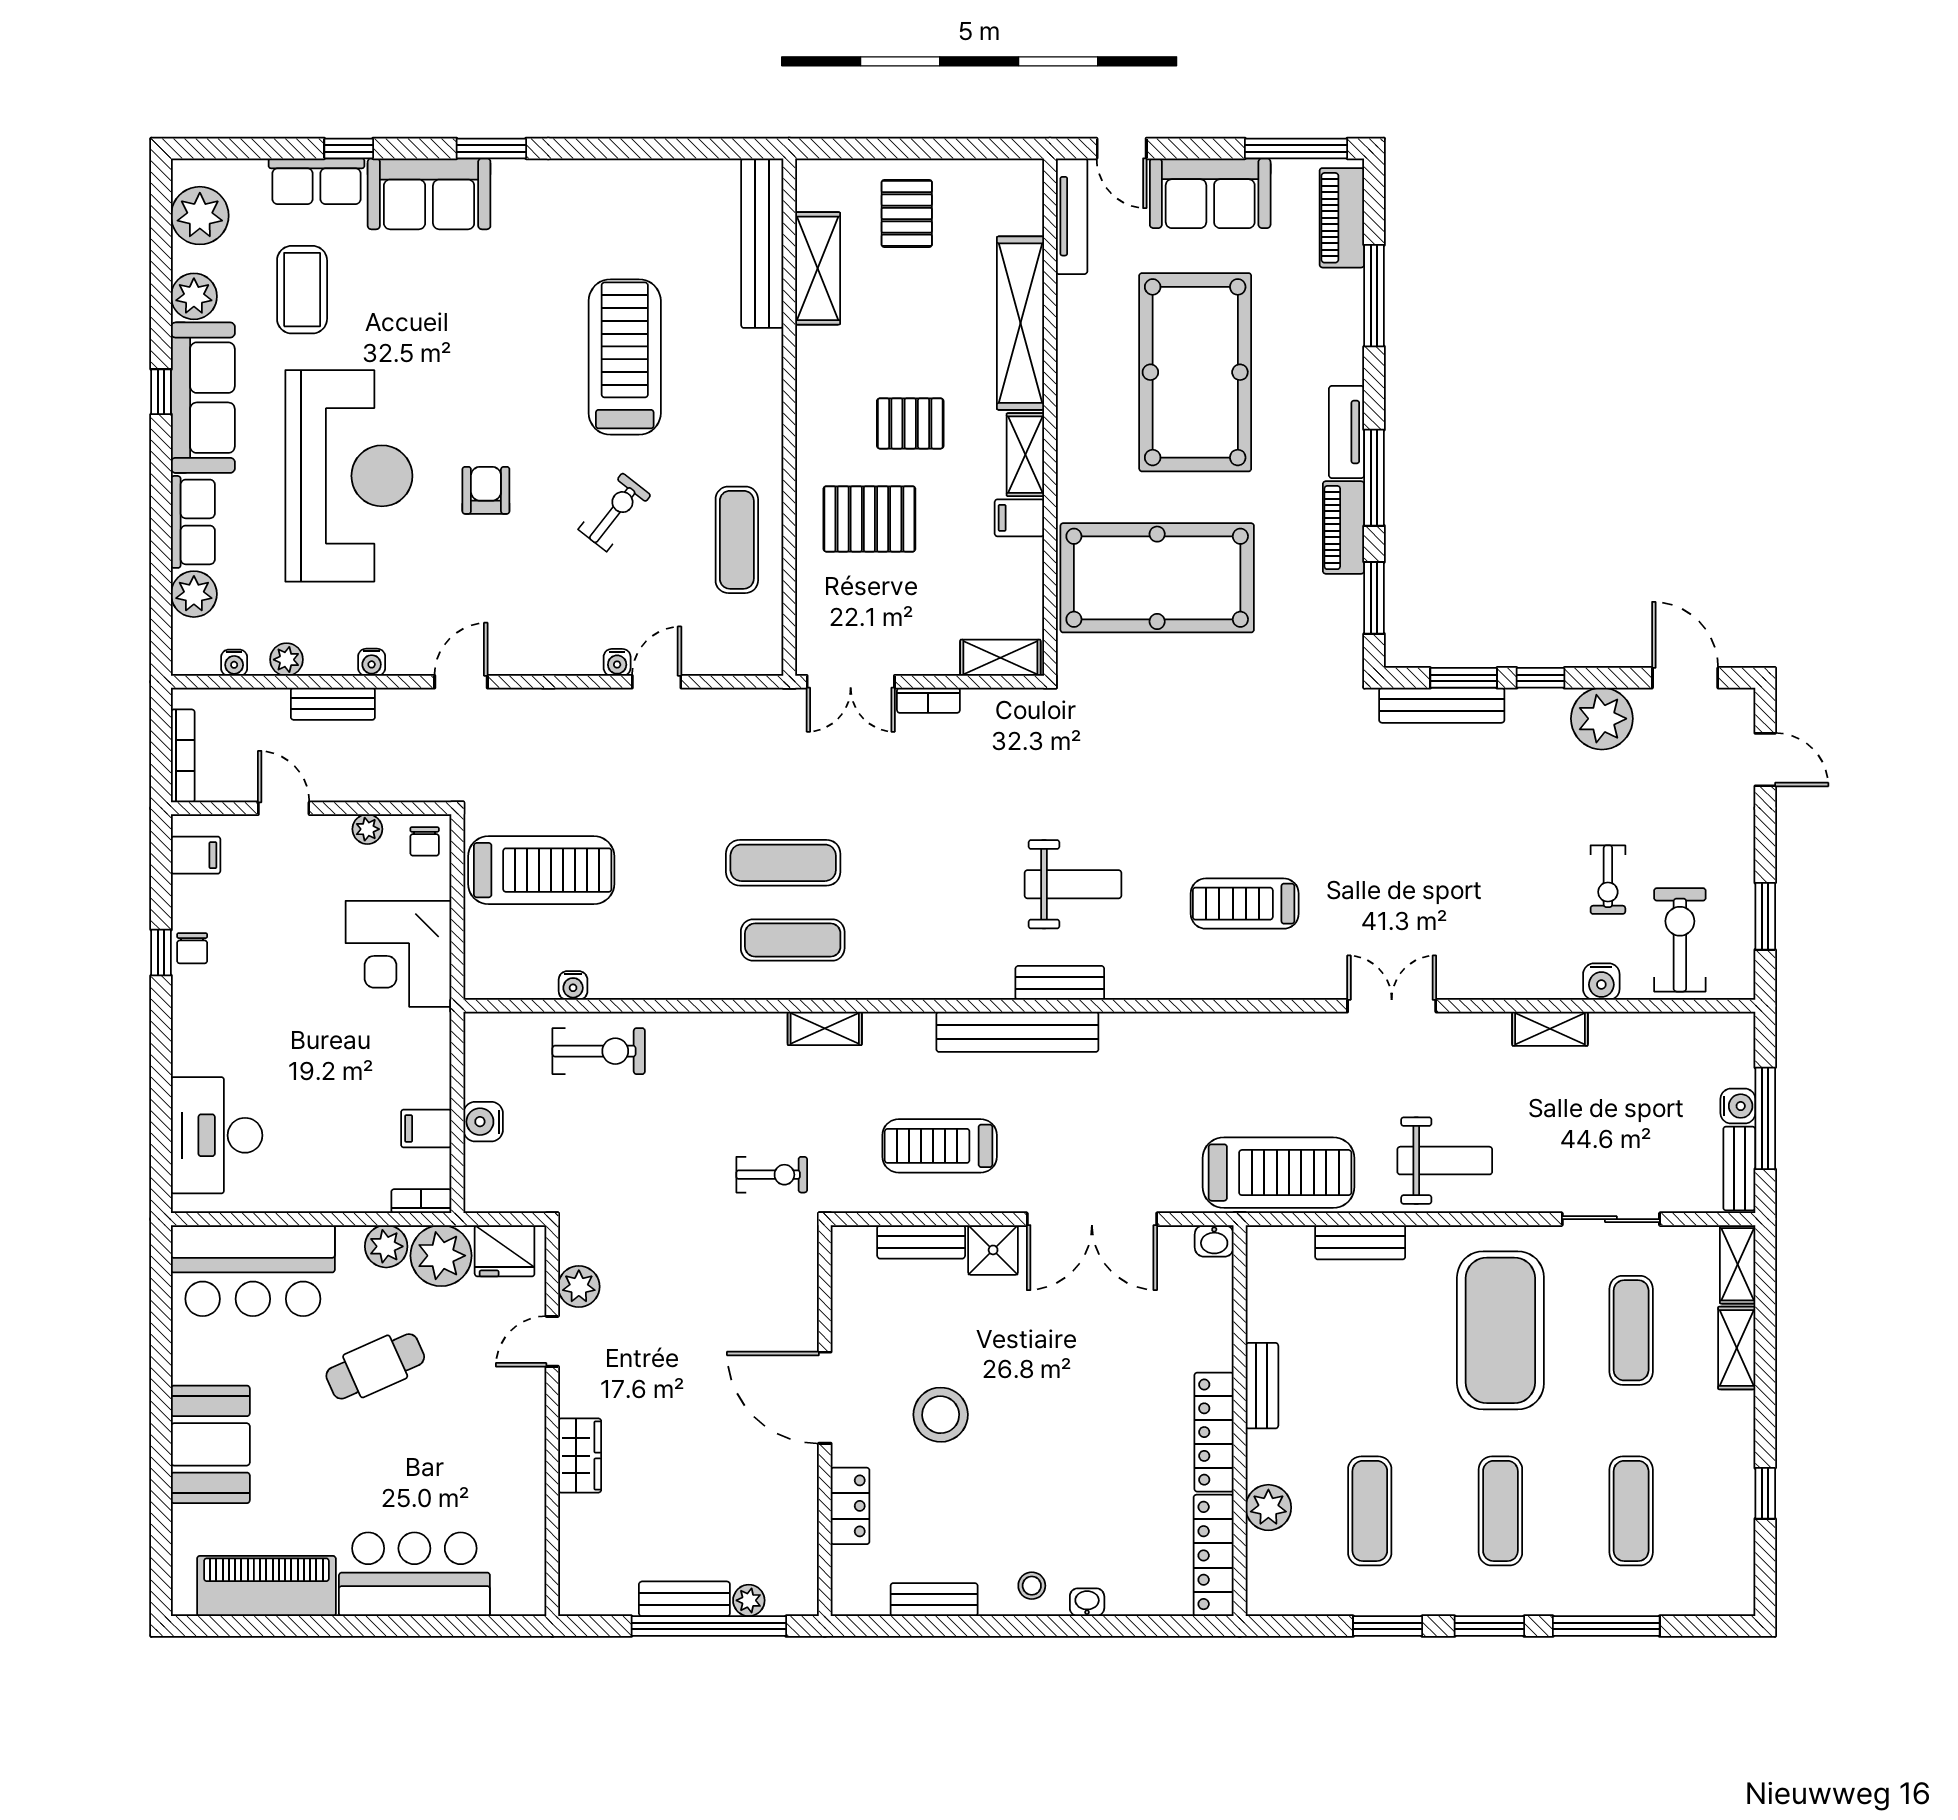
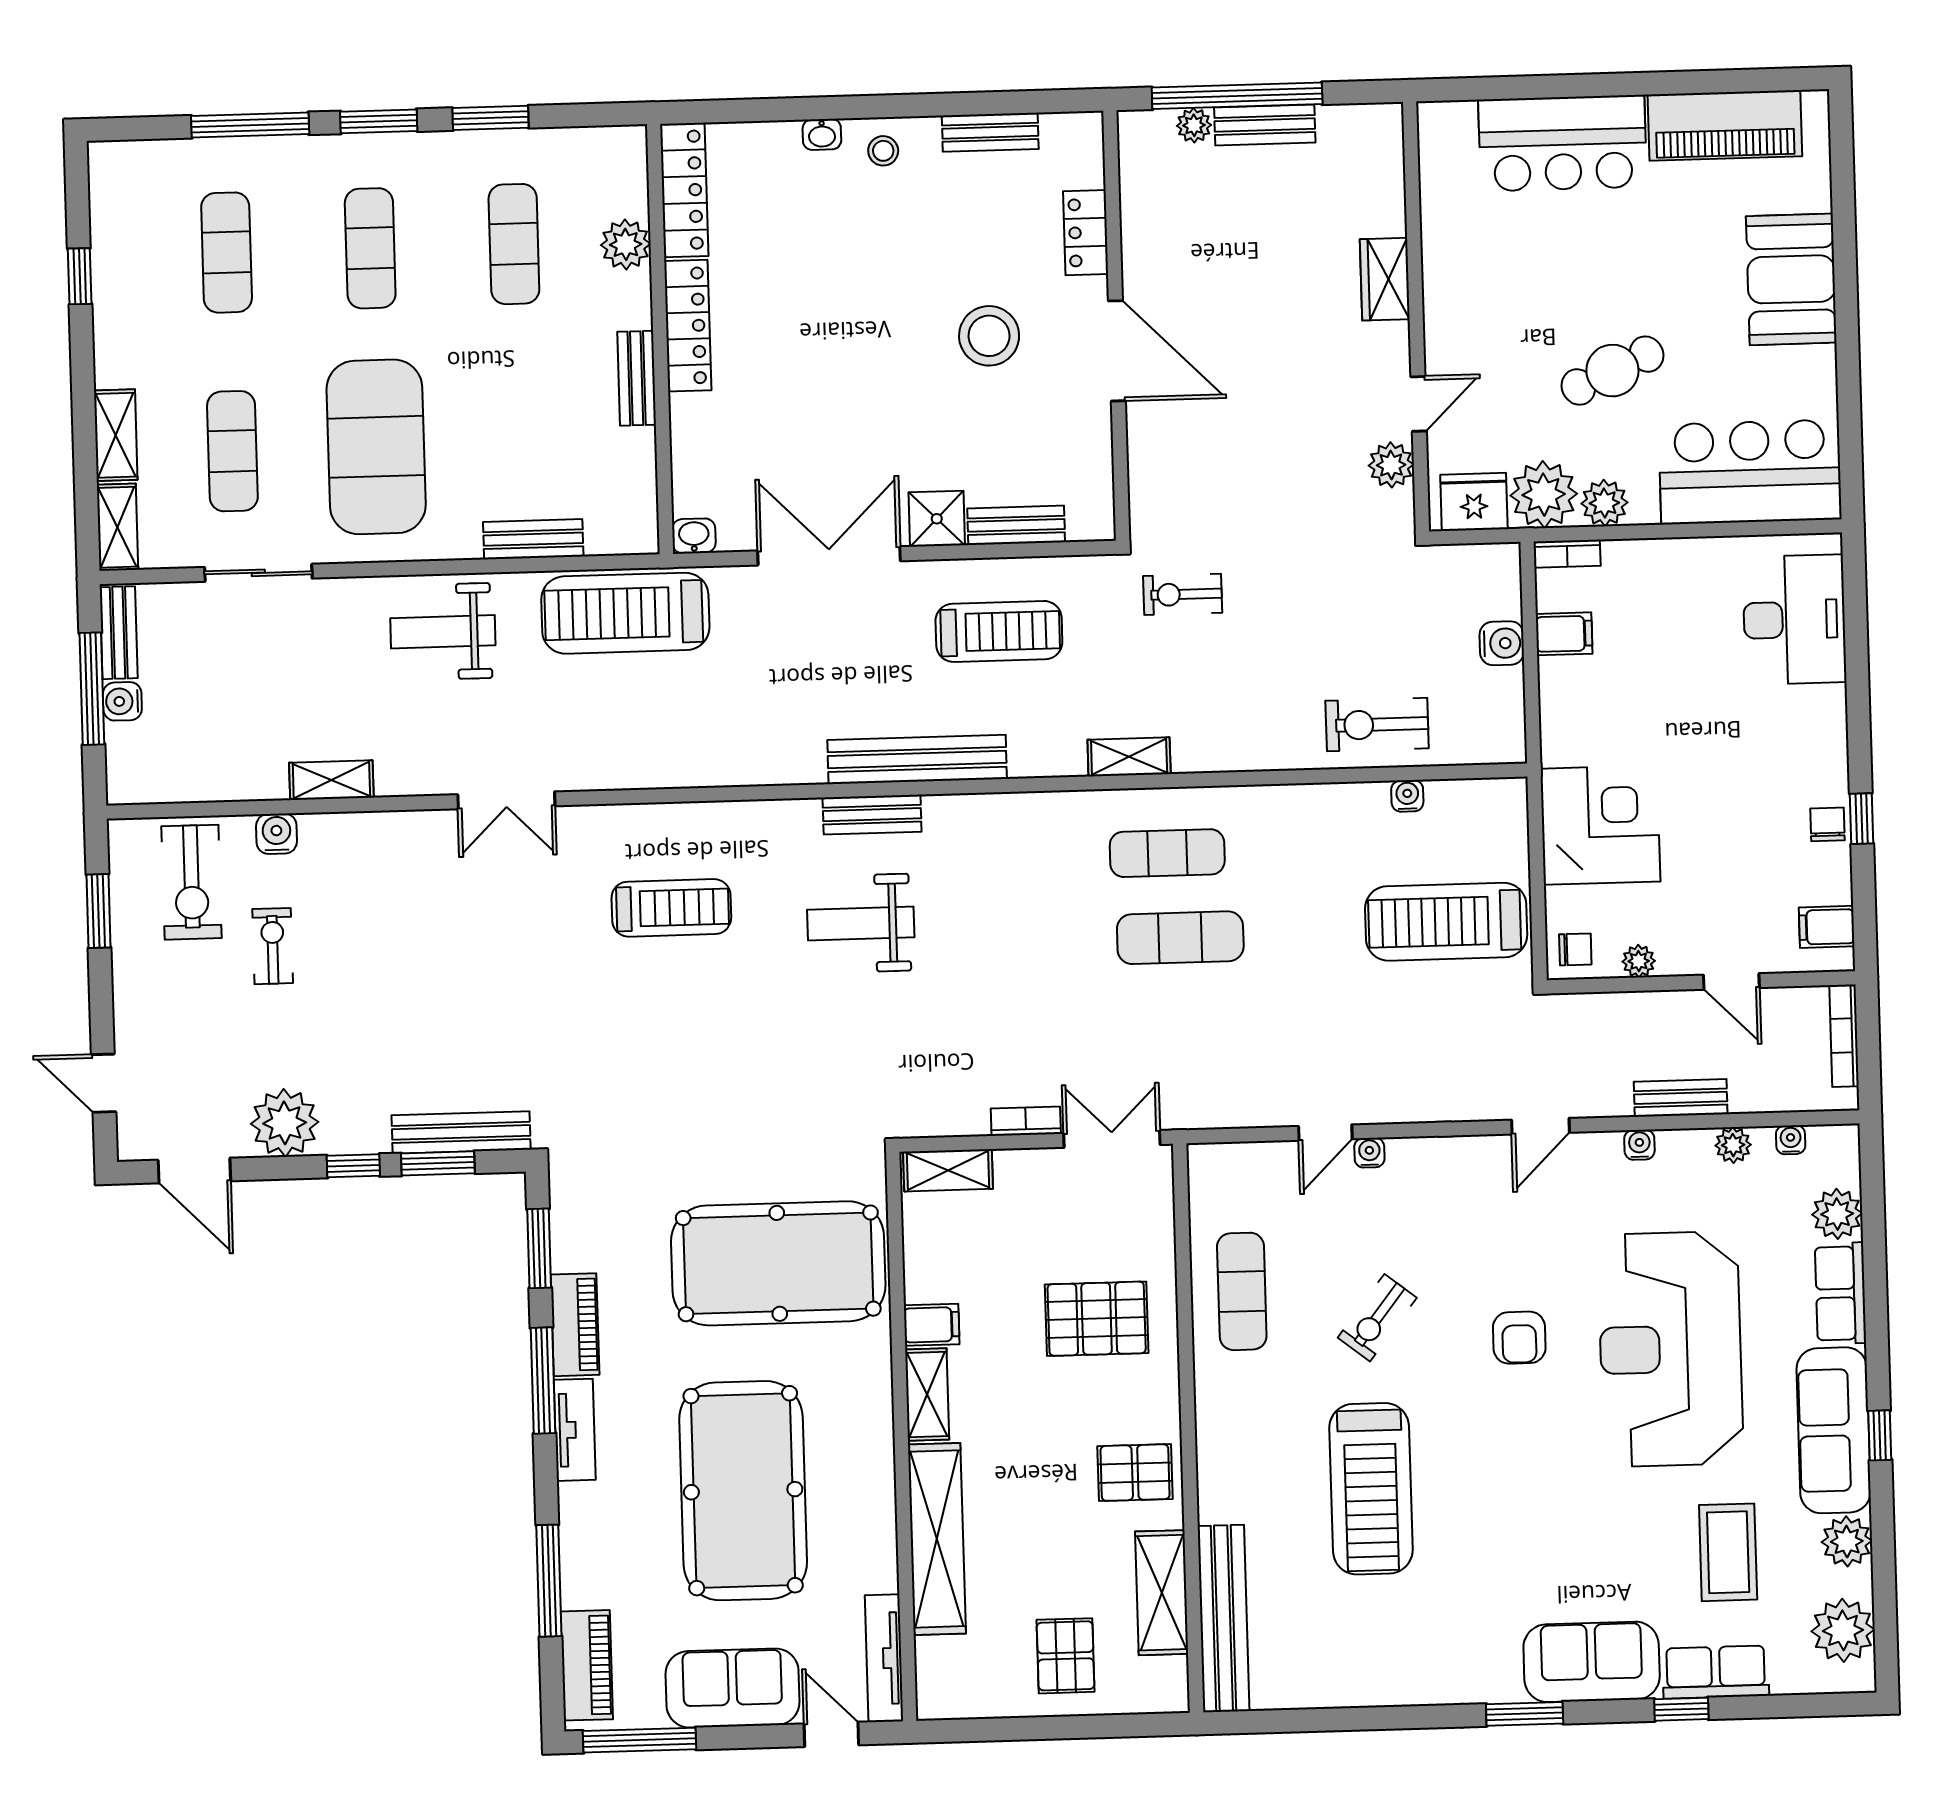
pallet: (910, 423) -> (1135, 1473), moved
chair: (425, 841) -> (1575, 949), turned 90

